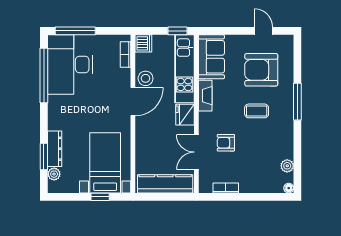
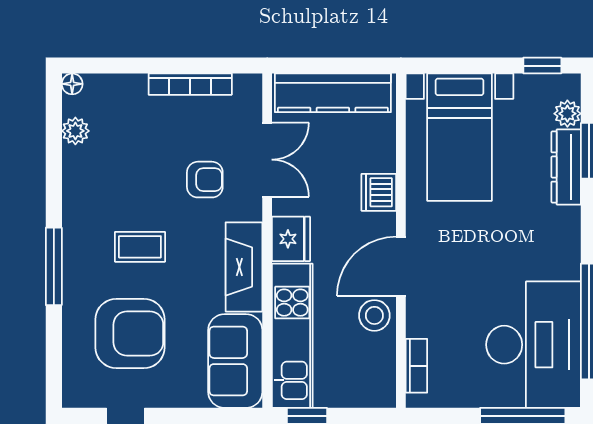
dishwasher: (143, 43) -> (379, 192), moved
fireplace: (205, 96) -> (244, 267), width x1.37, depth x1.32
bookcase: (226, 188) -> (190, 84), width x1.56
window: (100, 197) -> (542, 66), moved

